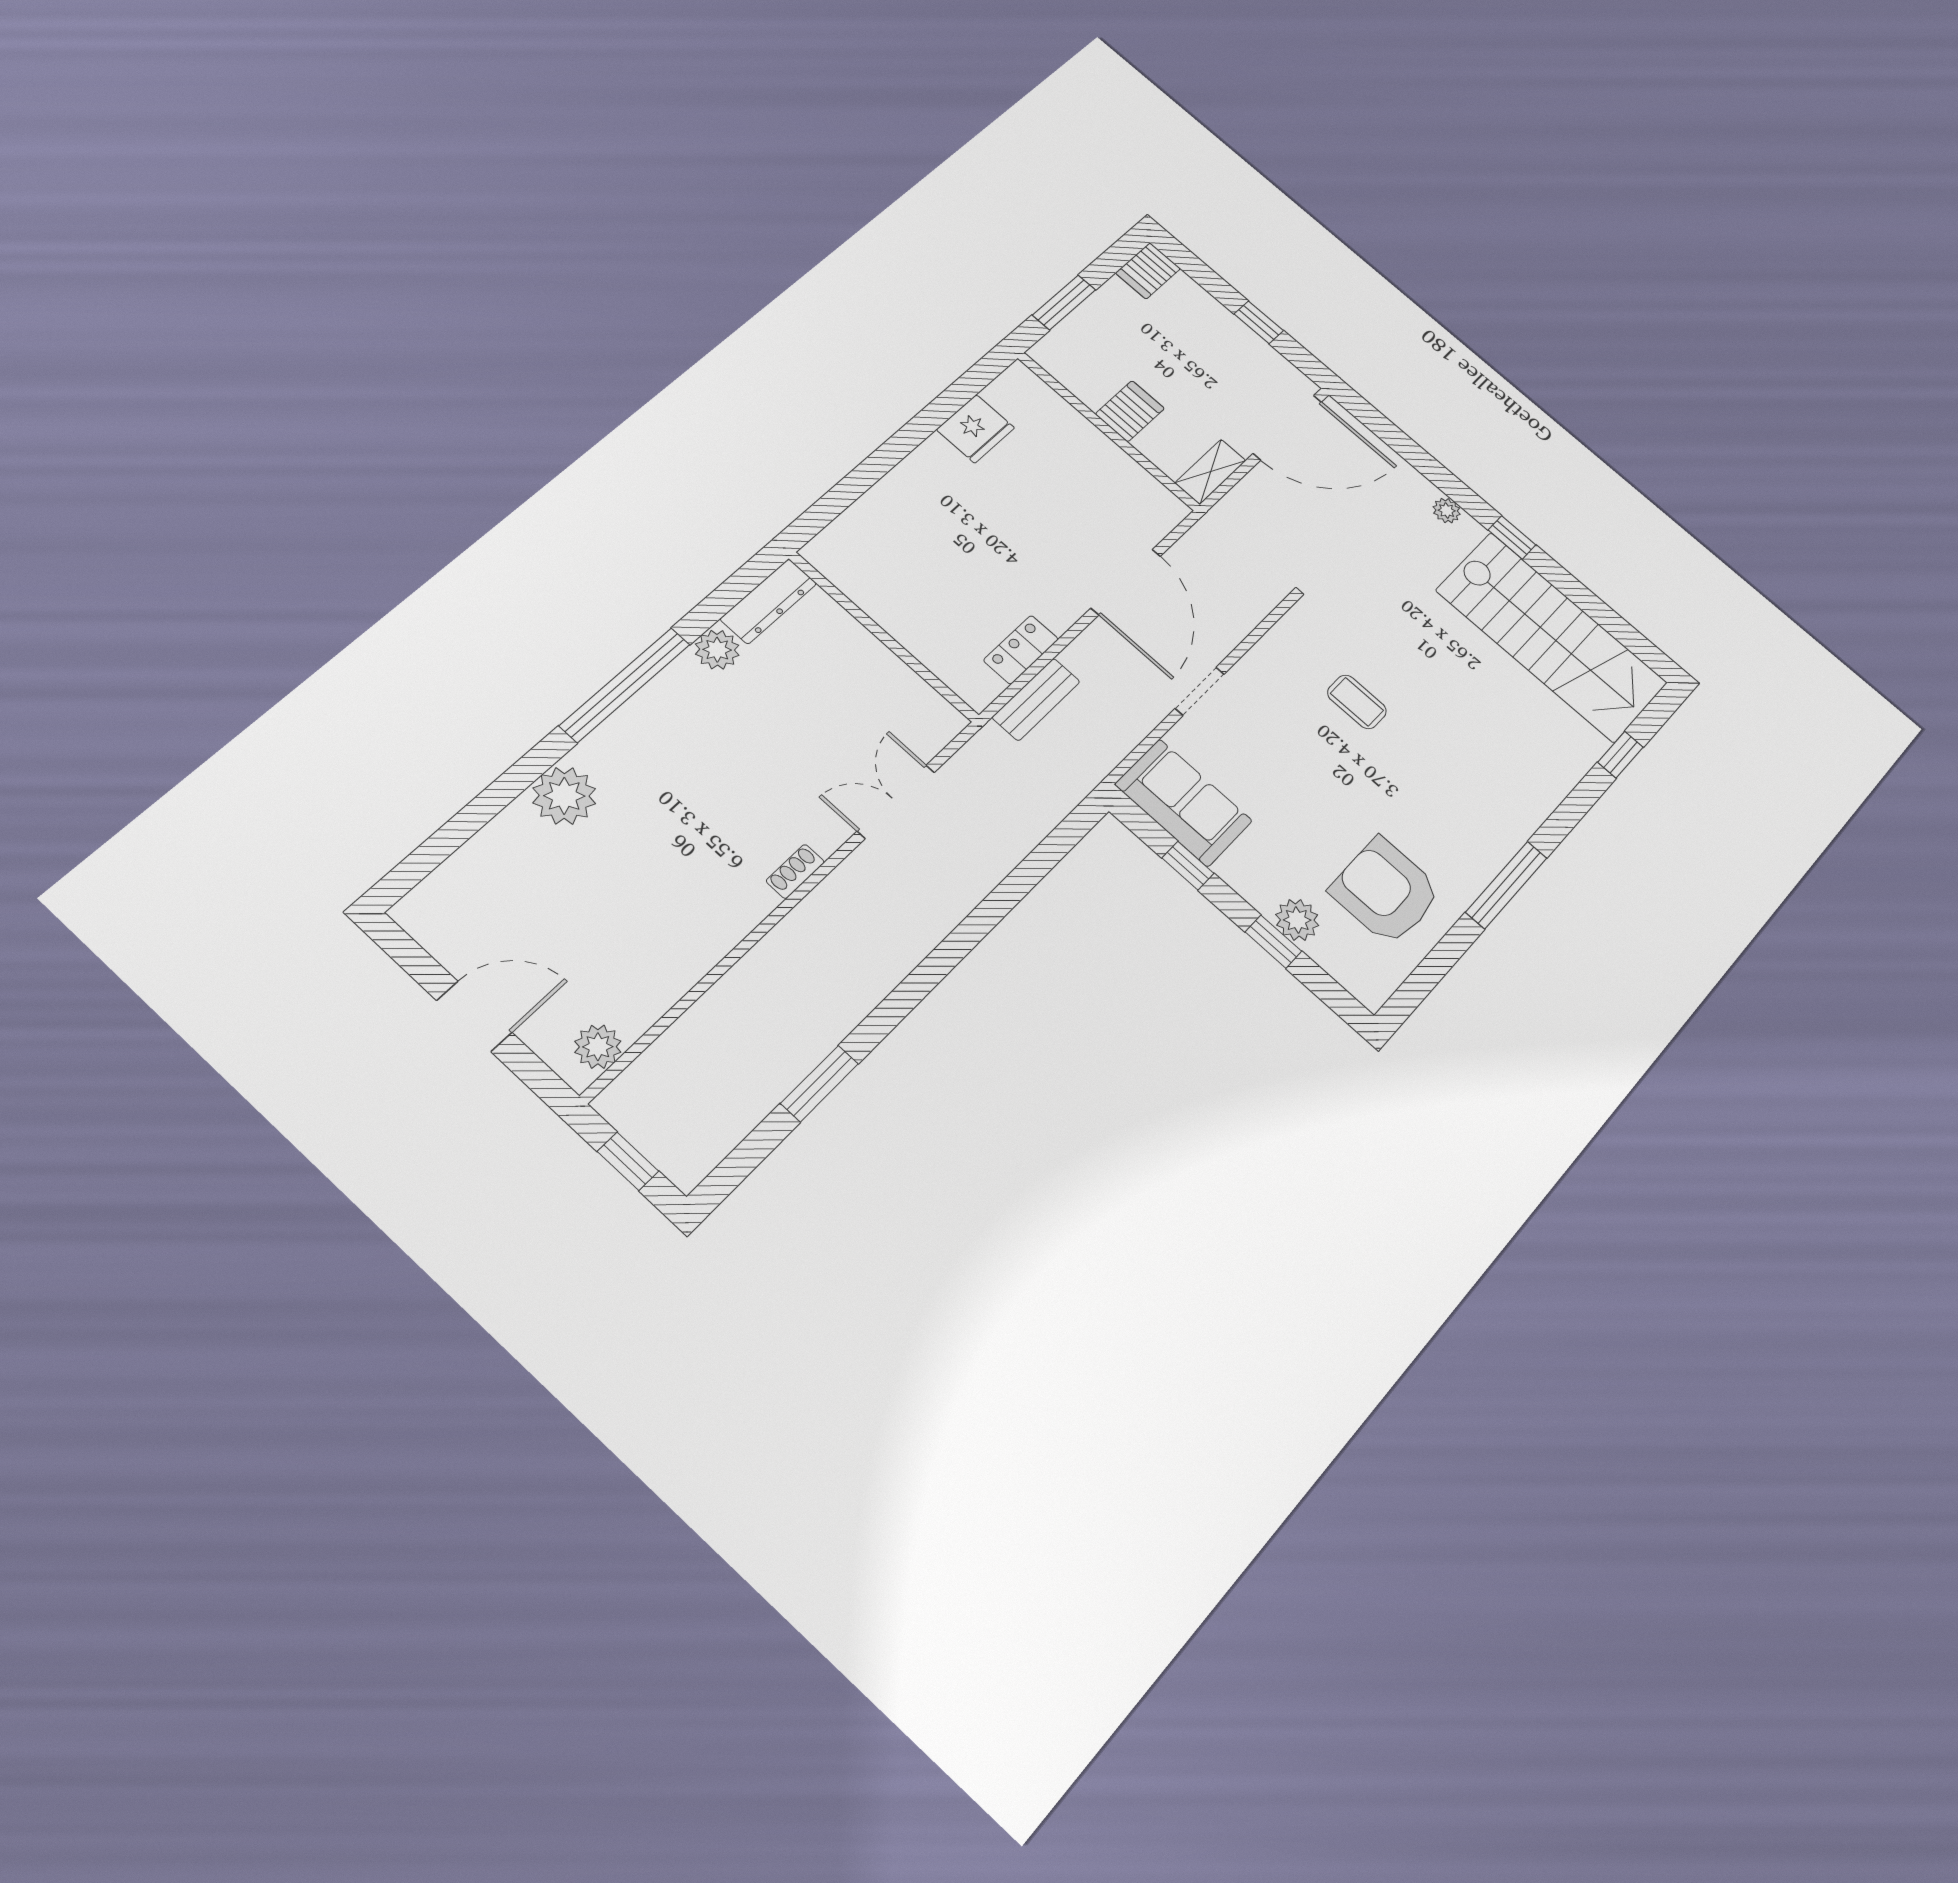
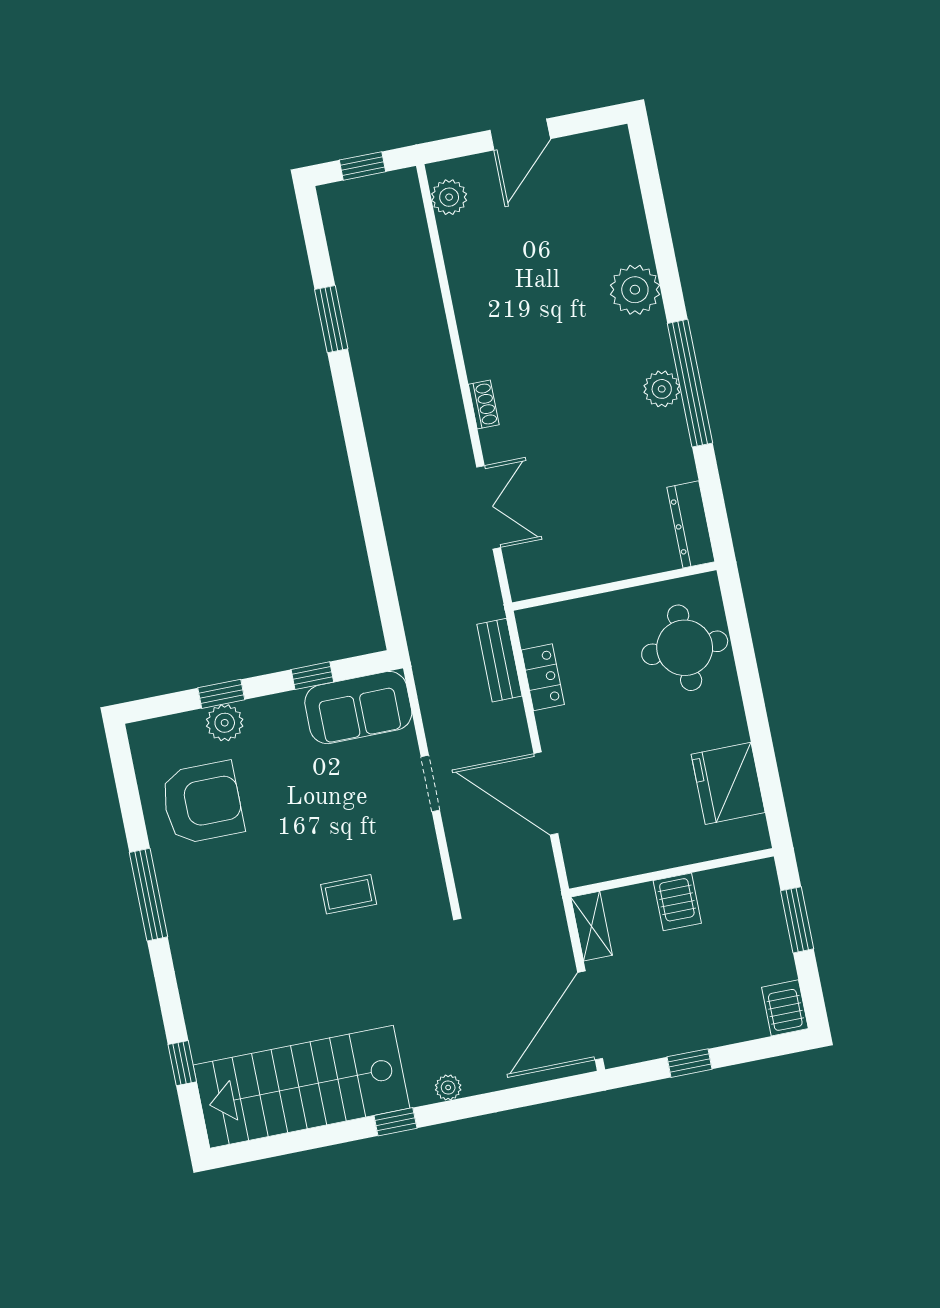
fridge: (975, 429) -> (728, 783), width x1.36, depth x1.34
round table: (893, 538) -> (685, 648), added
plant: (717, 650) -> (662, 389), moved

